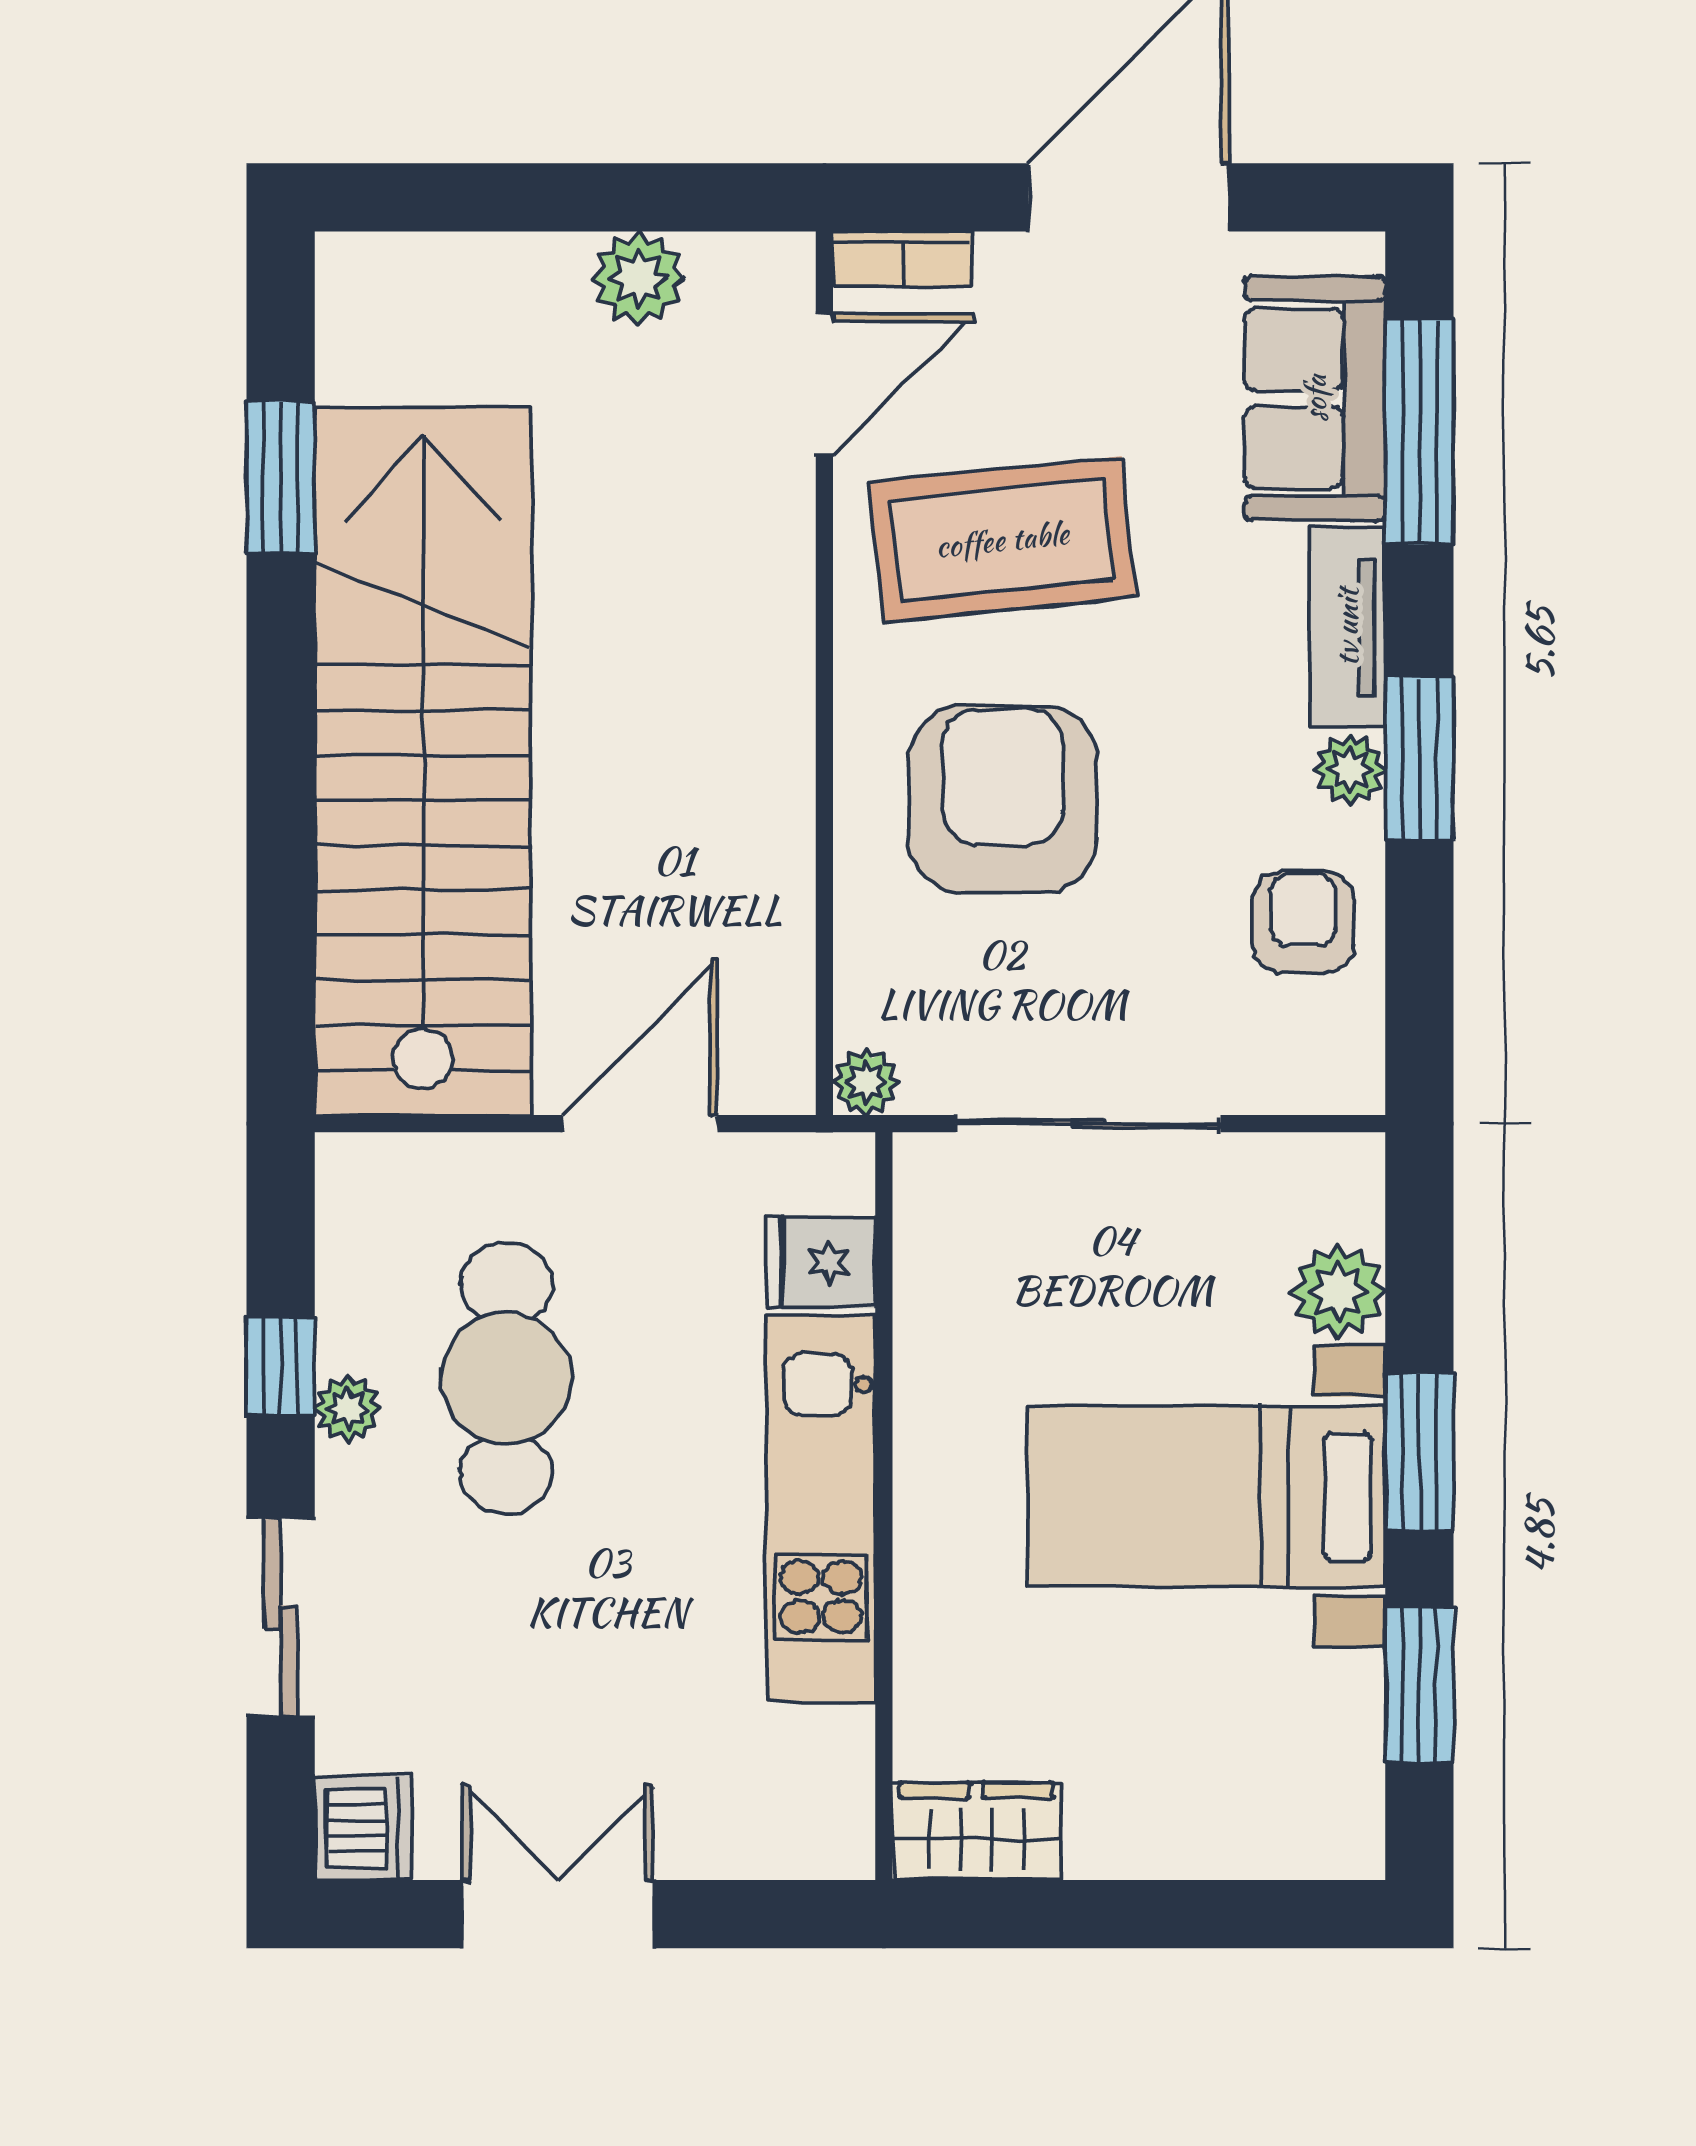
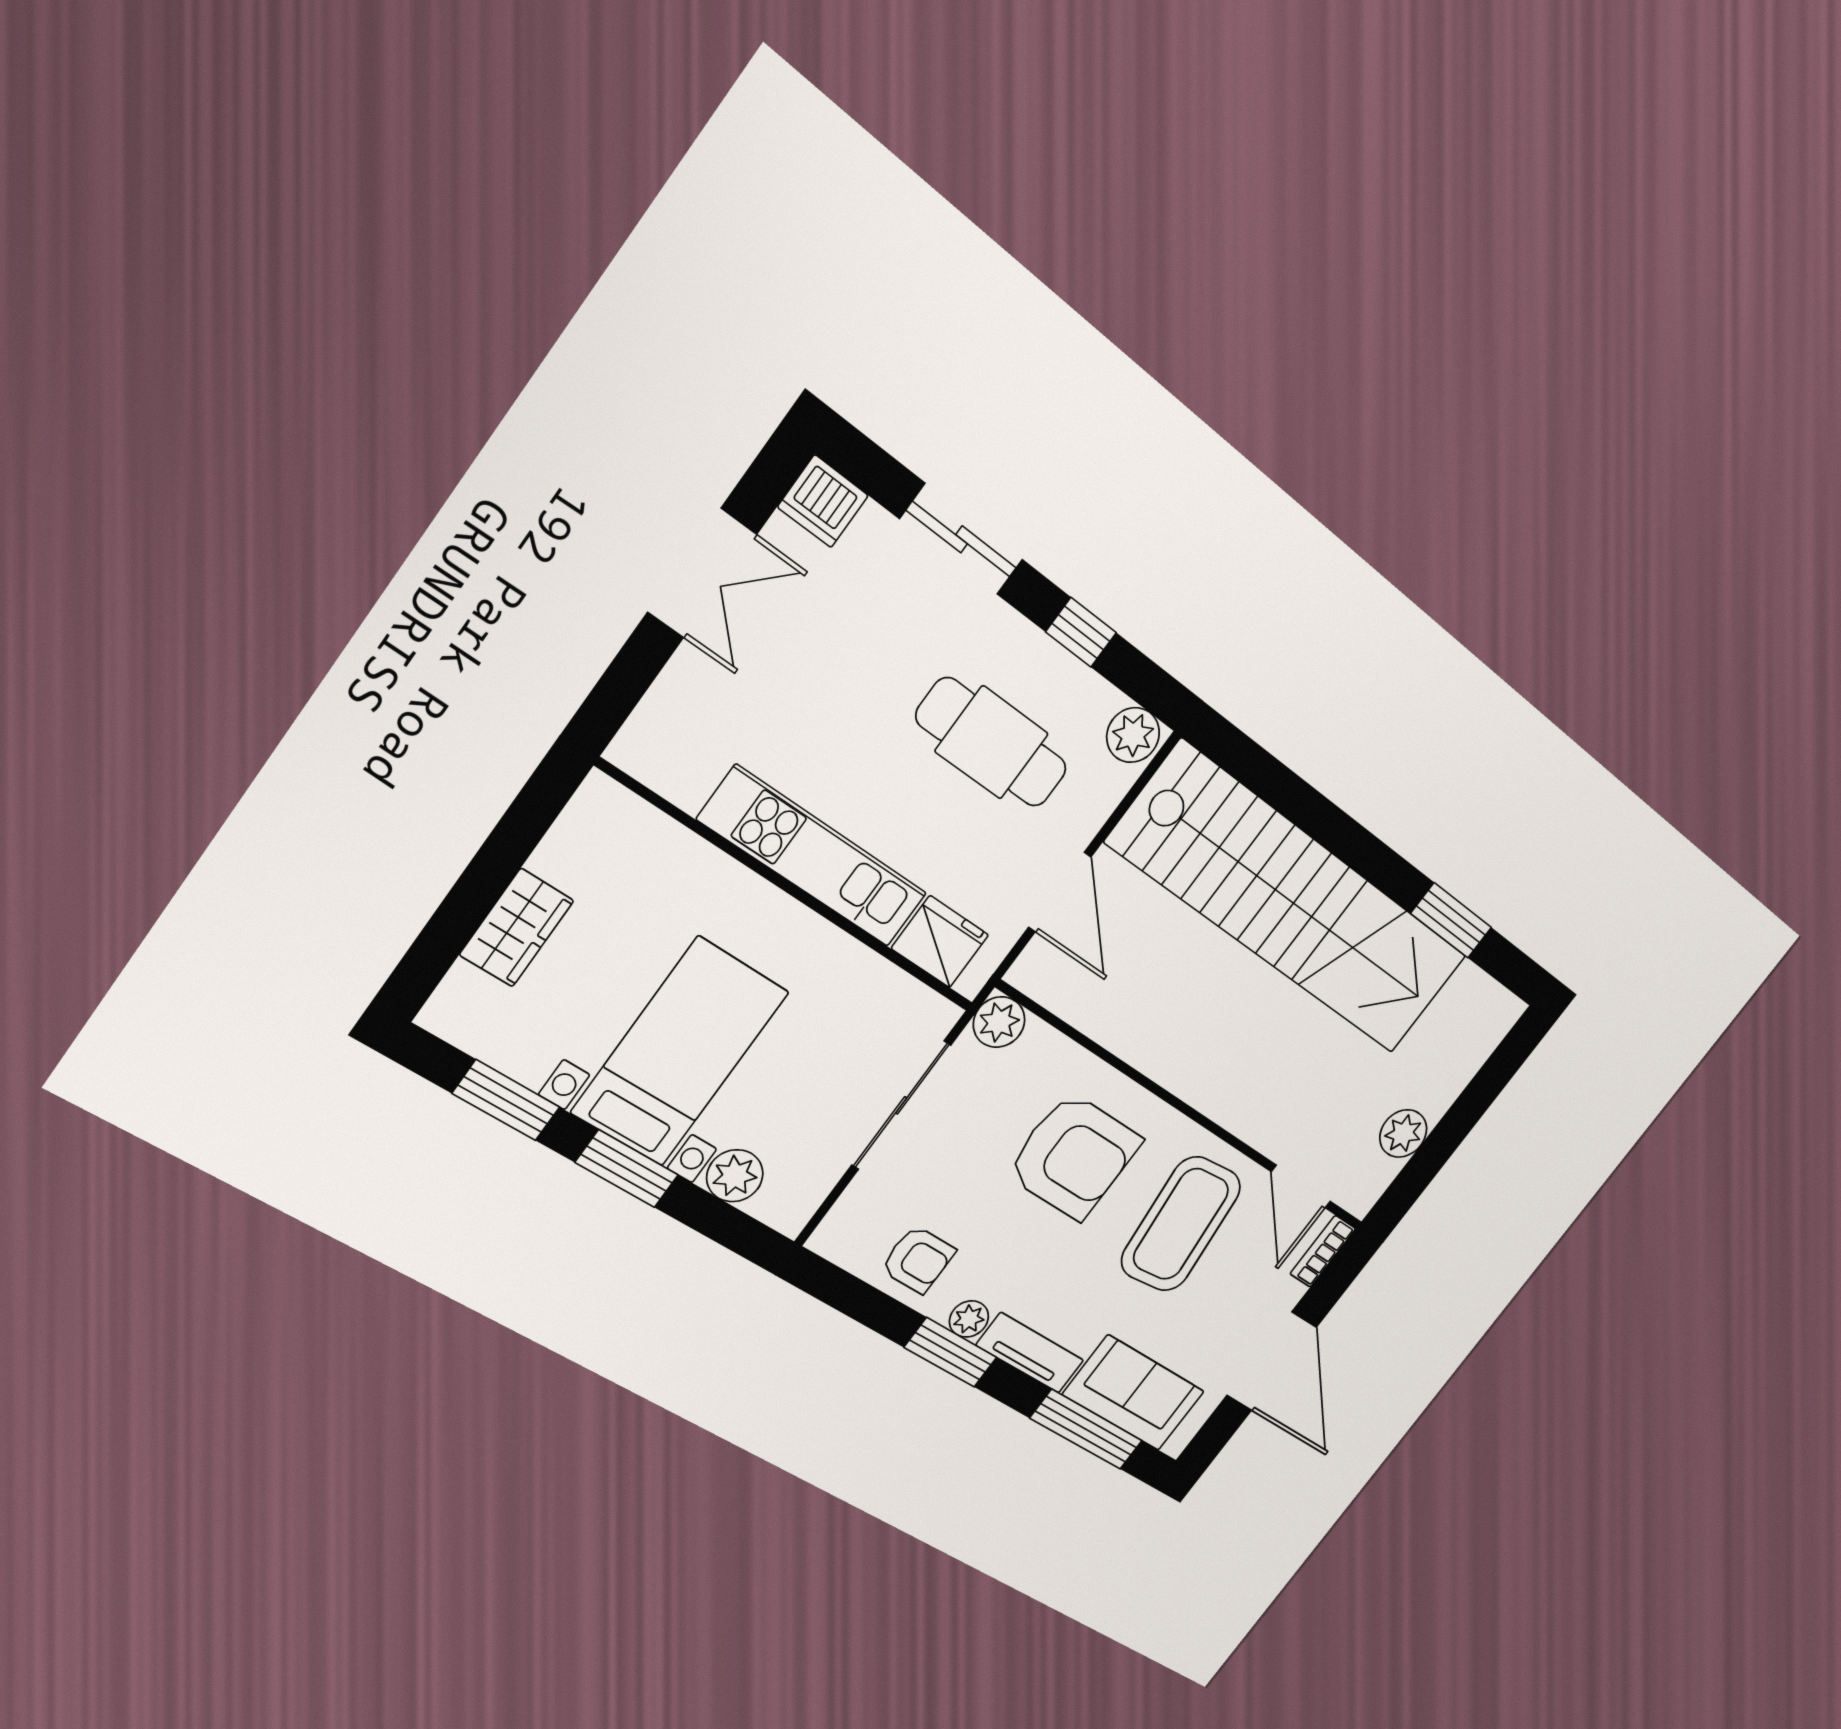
plant: (866, 1082) -> (999, 1022), width x1.38, depth x1.38
fridge: (821, 1262) -> (940, 942), width x1.38
plant: (348, 1409) -> (1133, 735), moved, width x1.38, depth x1.38
wardrobe: (977, 1831) -> (517, 928), moved

